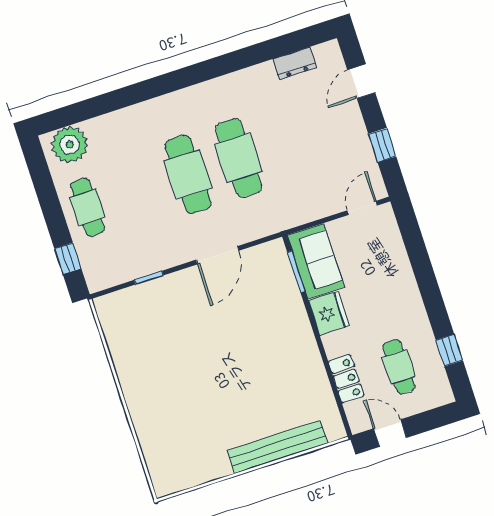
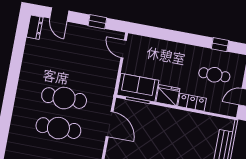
dresser: (295, 63) -> (35, 27), moved
door: (217, 255) -> (110, 124), moved
locker: (346, 379) -> (192, 102), moved

